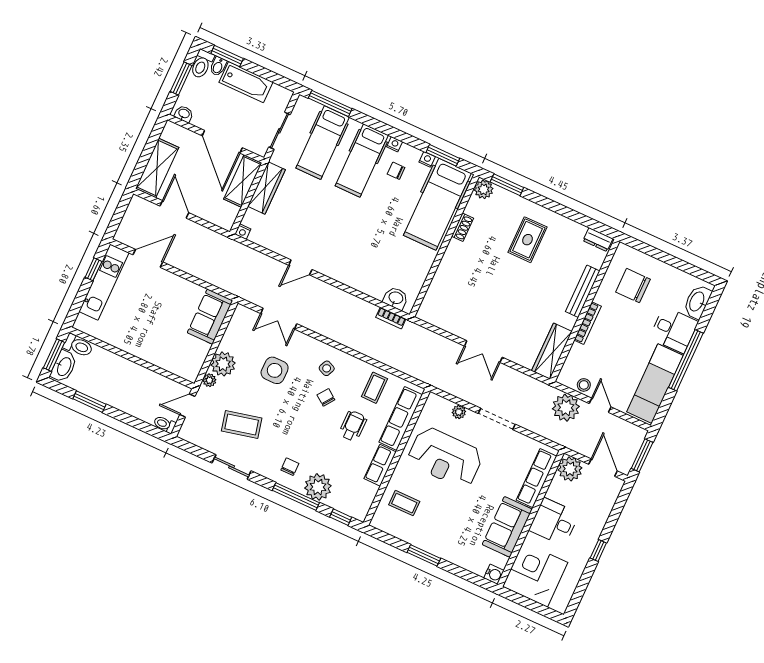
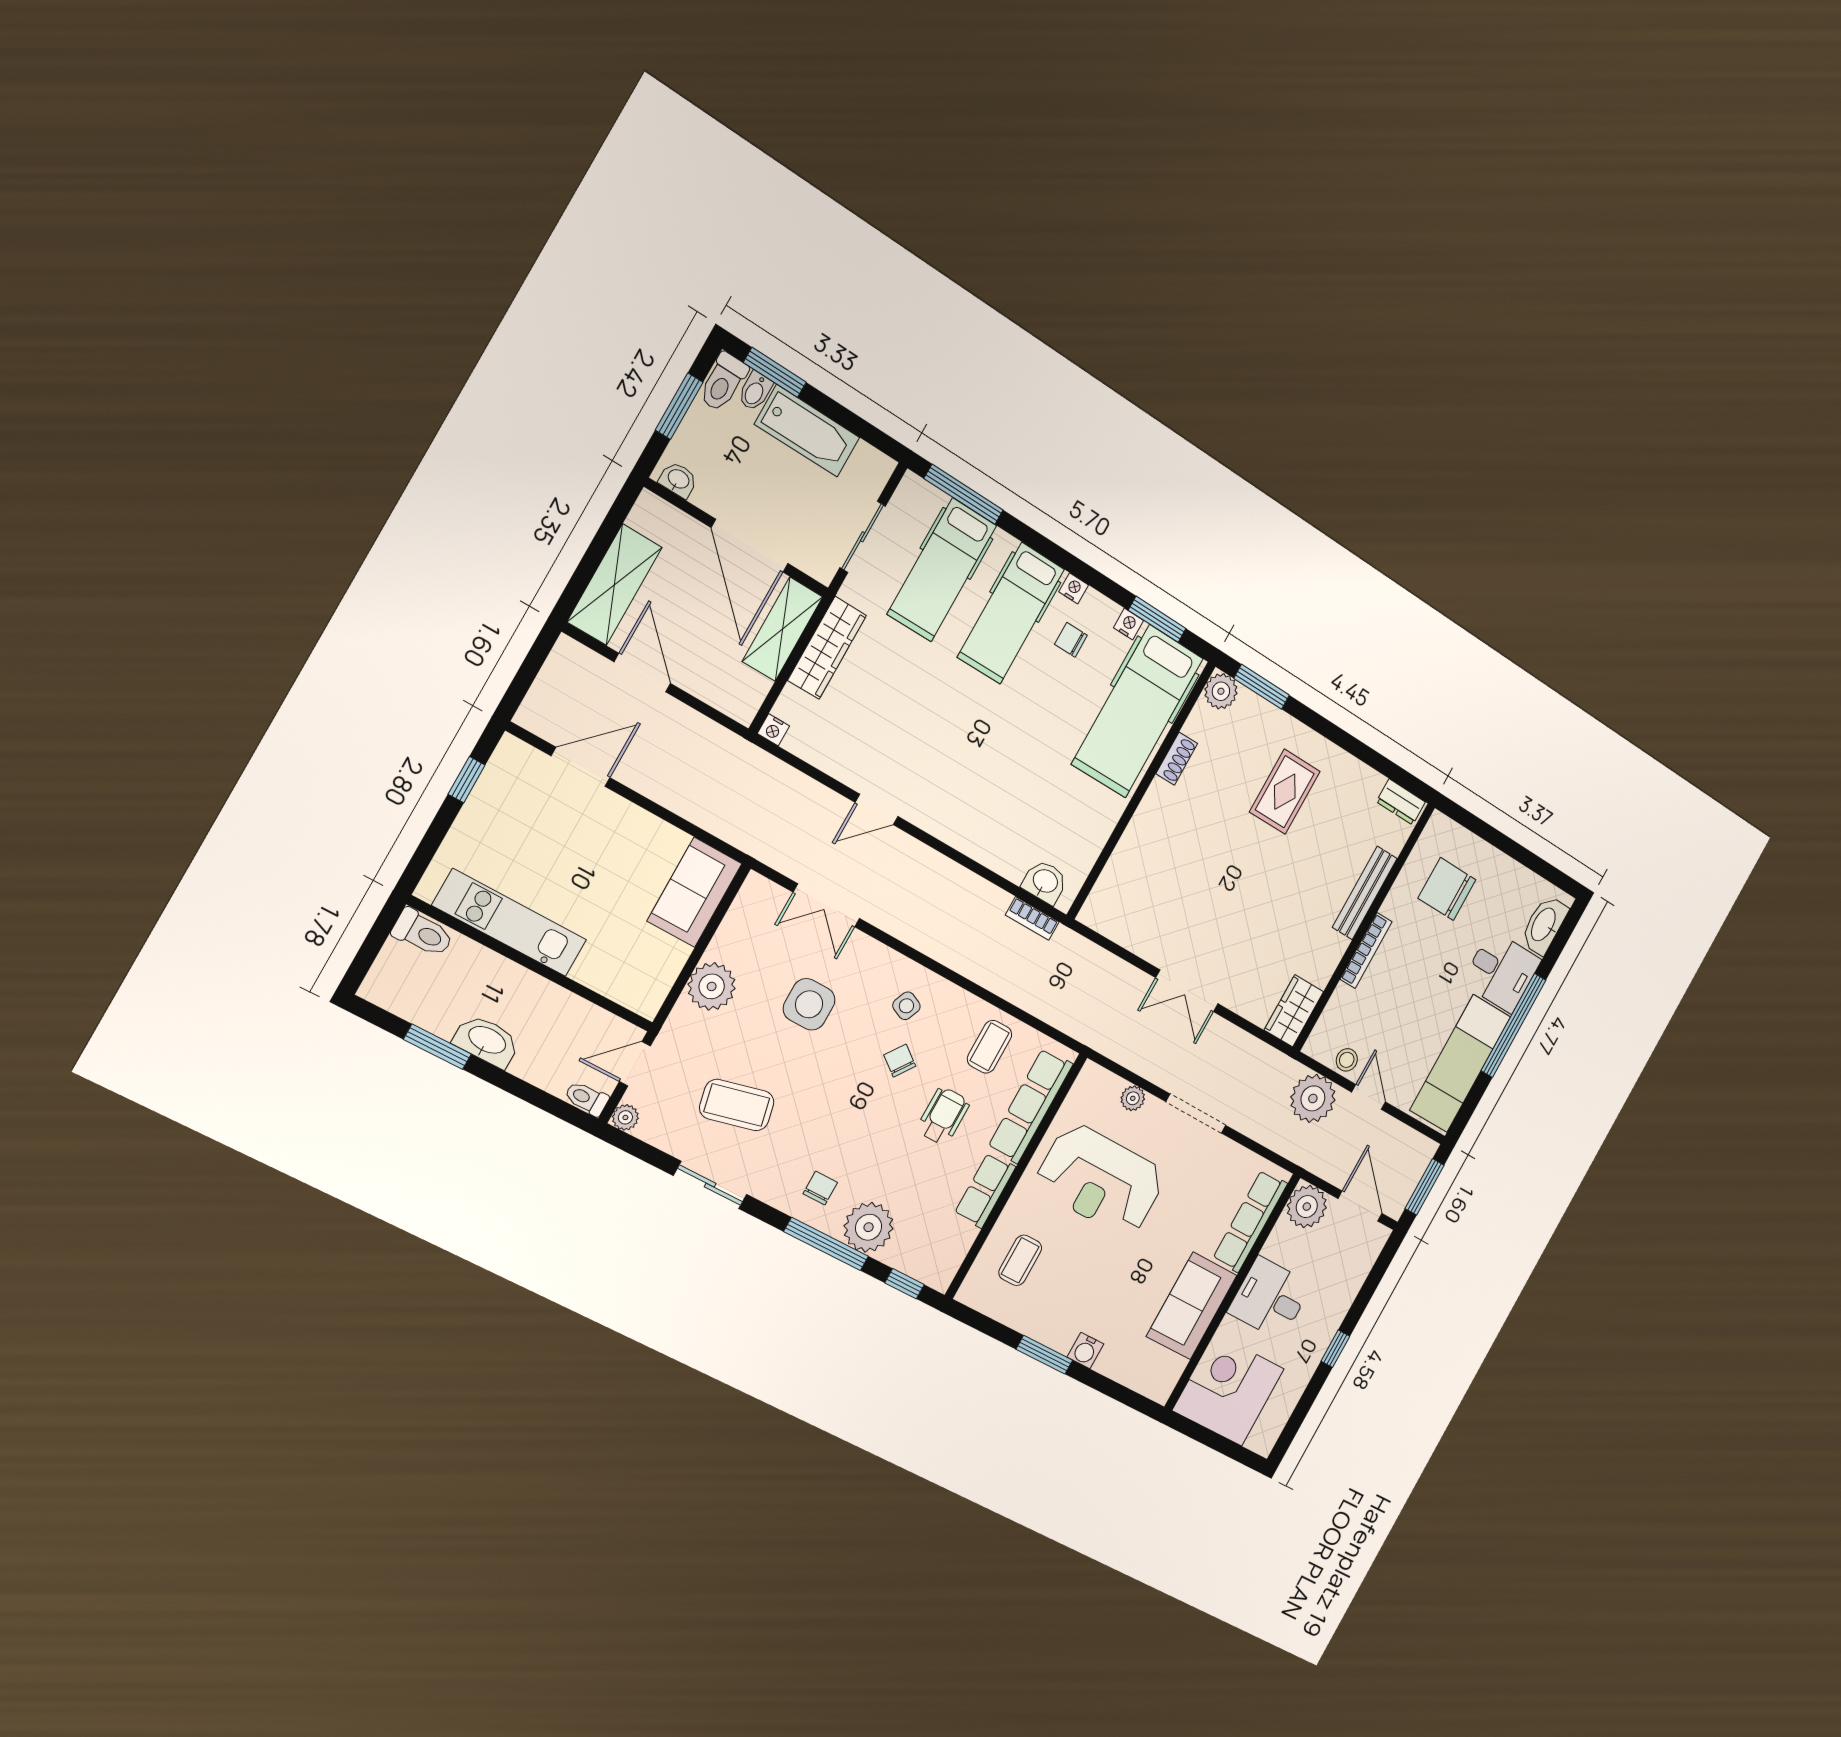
kitchen unit: (104, 282) -> (510, 923), moved, turned -90
wardrobe: (552, 351) -> (1294, 1011), width x0.67
window: (54, 355) -> (370, 949), removed
washbasin: (64, 366) -> (487, 1041), moved, turned -90
plant: (209, 380) -> (625, 1117), moved
coffee table: (404, 503) -> (1020, 1260), turned 90
water cooler: (494, 574) -> (1085, 1351), moved, turned 90

